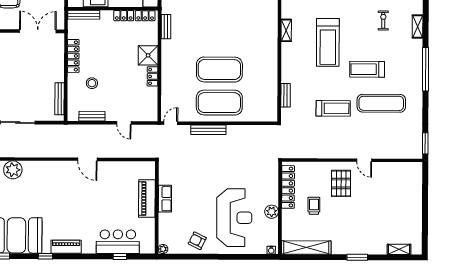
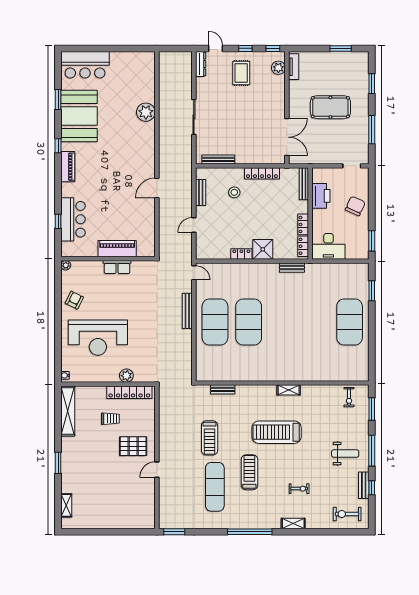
plant: (272, 212) -> (126, 376), moved

